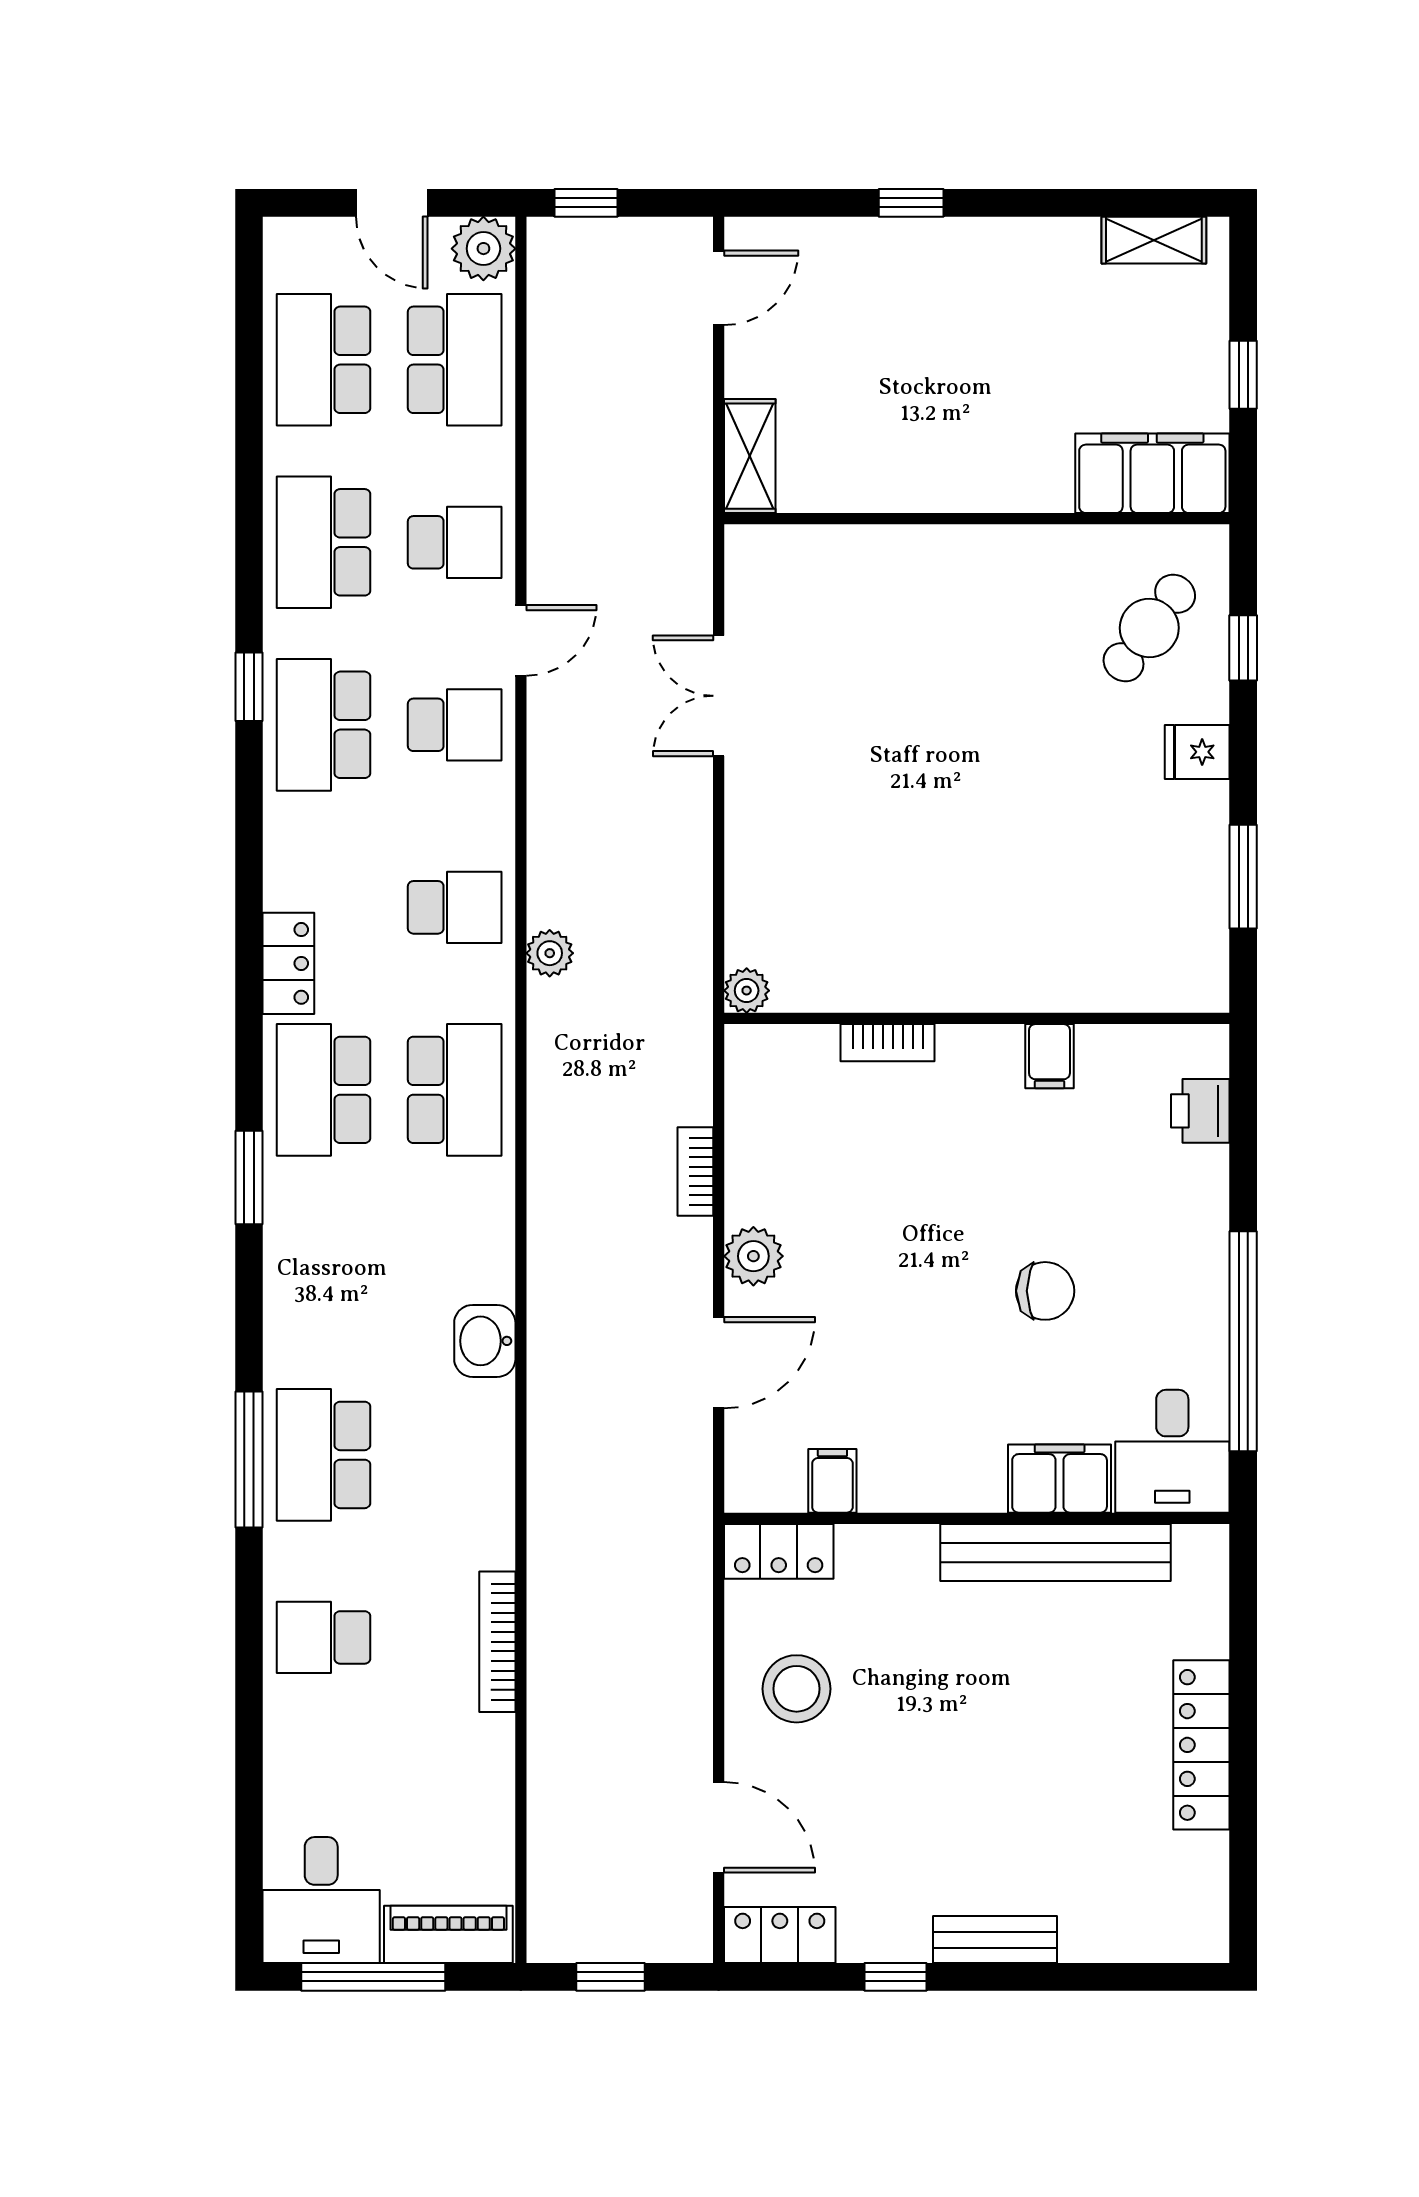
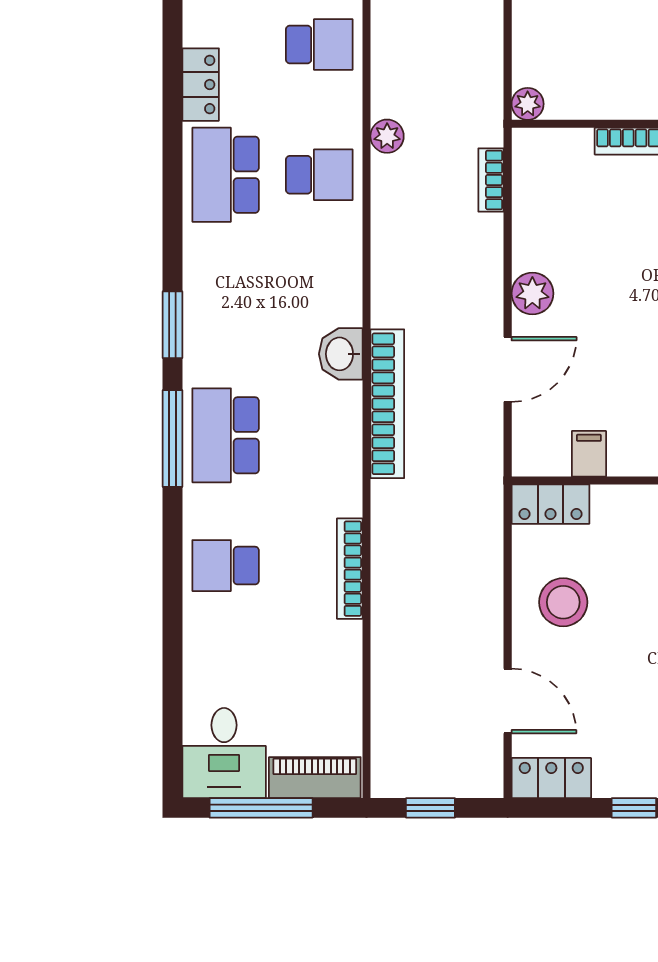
plant: (550, 953) -> (387, 136), moved
school desk: (455, 1090) -> (319, 175), width x0.54
bookcase: (695, 1172) -> (491, 180), moved
window: (249, 1177) -> (172, 325), moved
bookcase: (550, 1411) -> (387, 404), added

